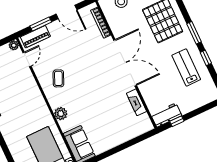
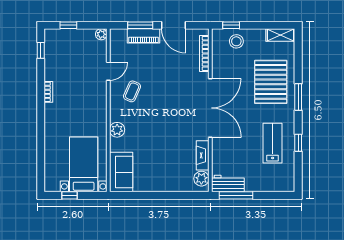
window: (194, 33) -> (298, 97), moved
piano: (35, 37) -> (143, 36), moved
door: (27, 59) -> (108, 71), moved
plant: (144, 121) -> (201, 179), added
window: (177, 121) -> (236, 195), width x2.17

